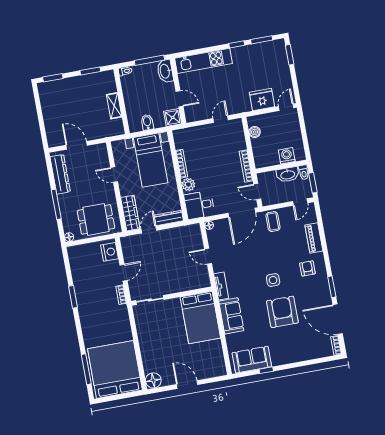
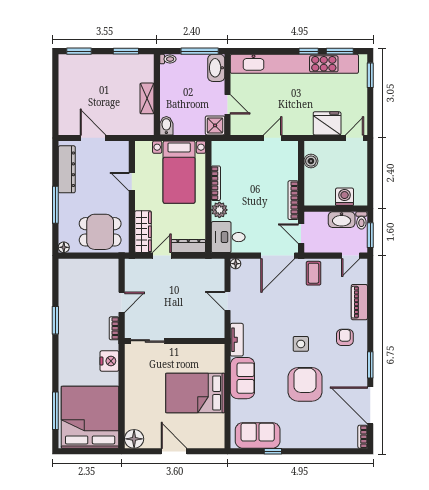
kitchen unit: (204, 61) -> (294, 64), width x1.86
bidet: (147, 122) -> (166, 126), moved
nightstand: (110, 252) -> (109, 361), moved
bed: (200, 318) -> (195, 393), moved, turned 90

